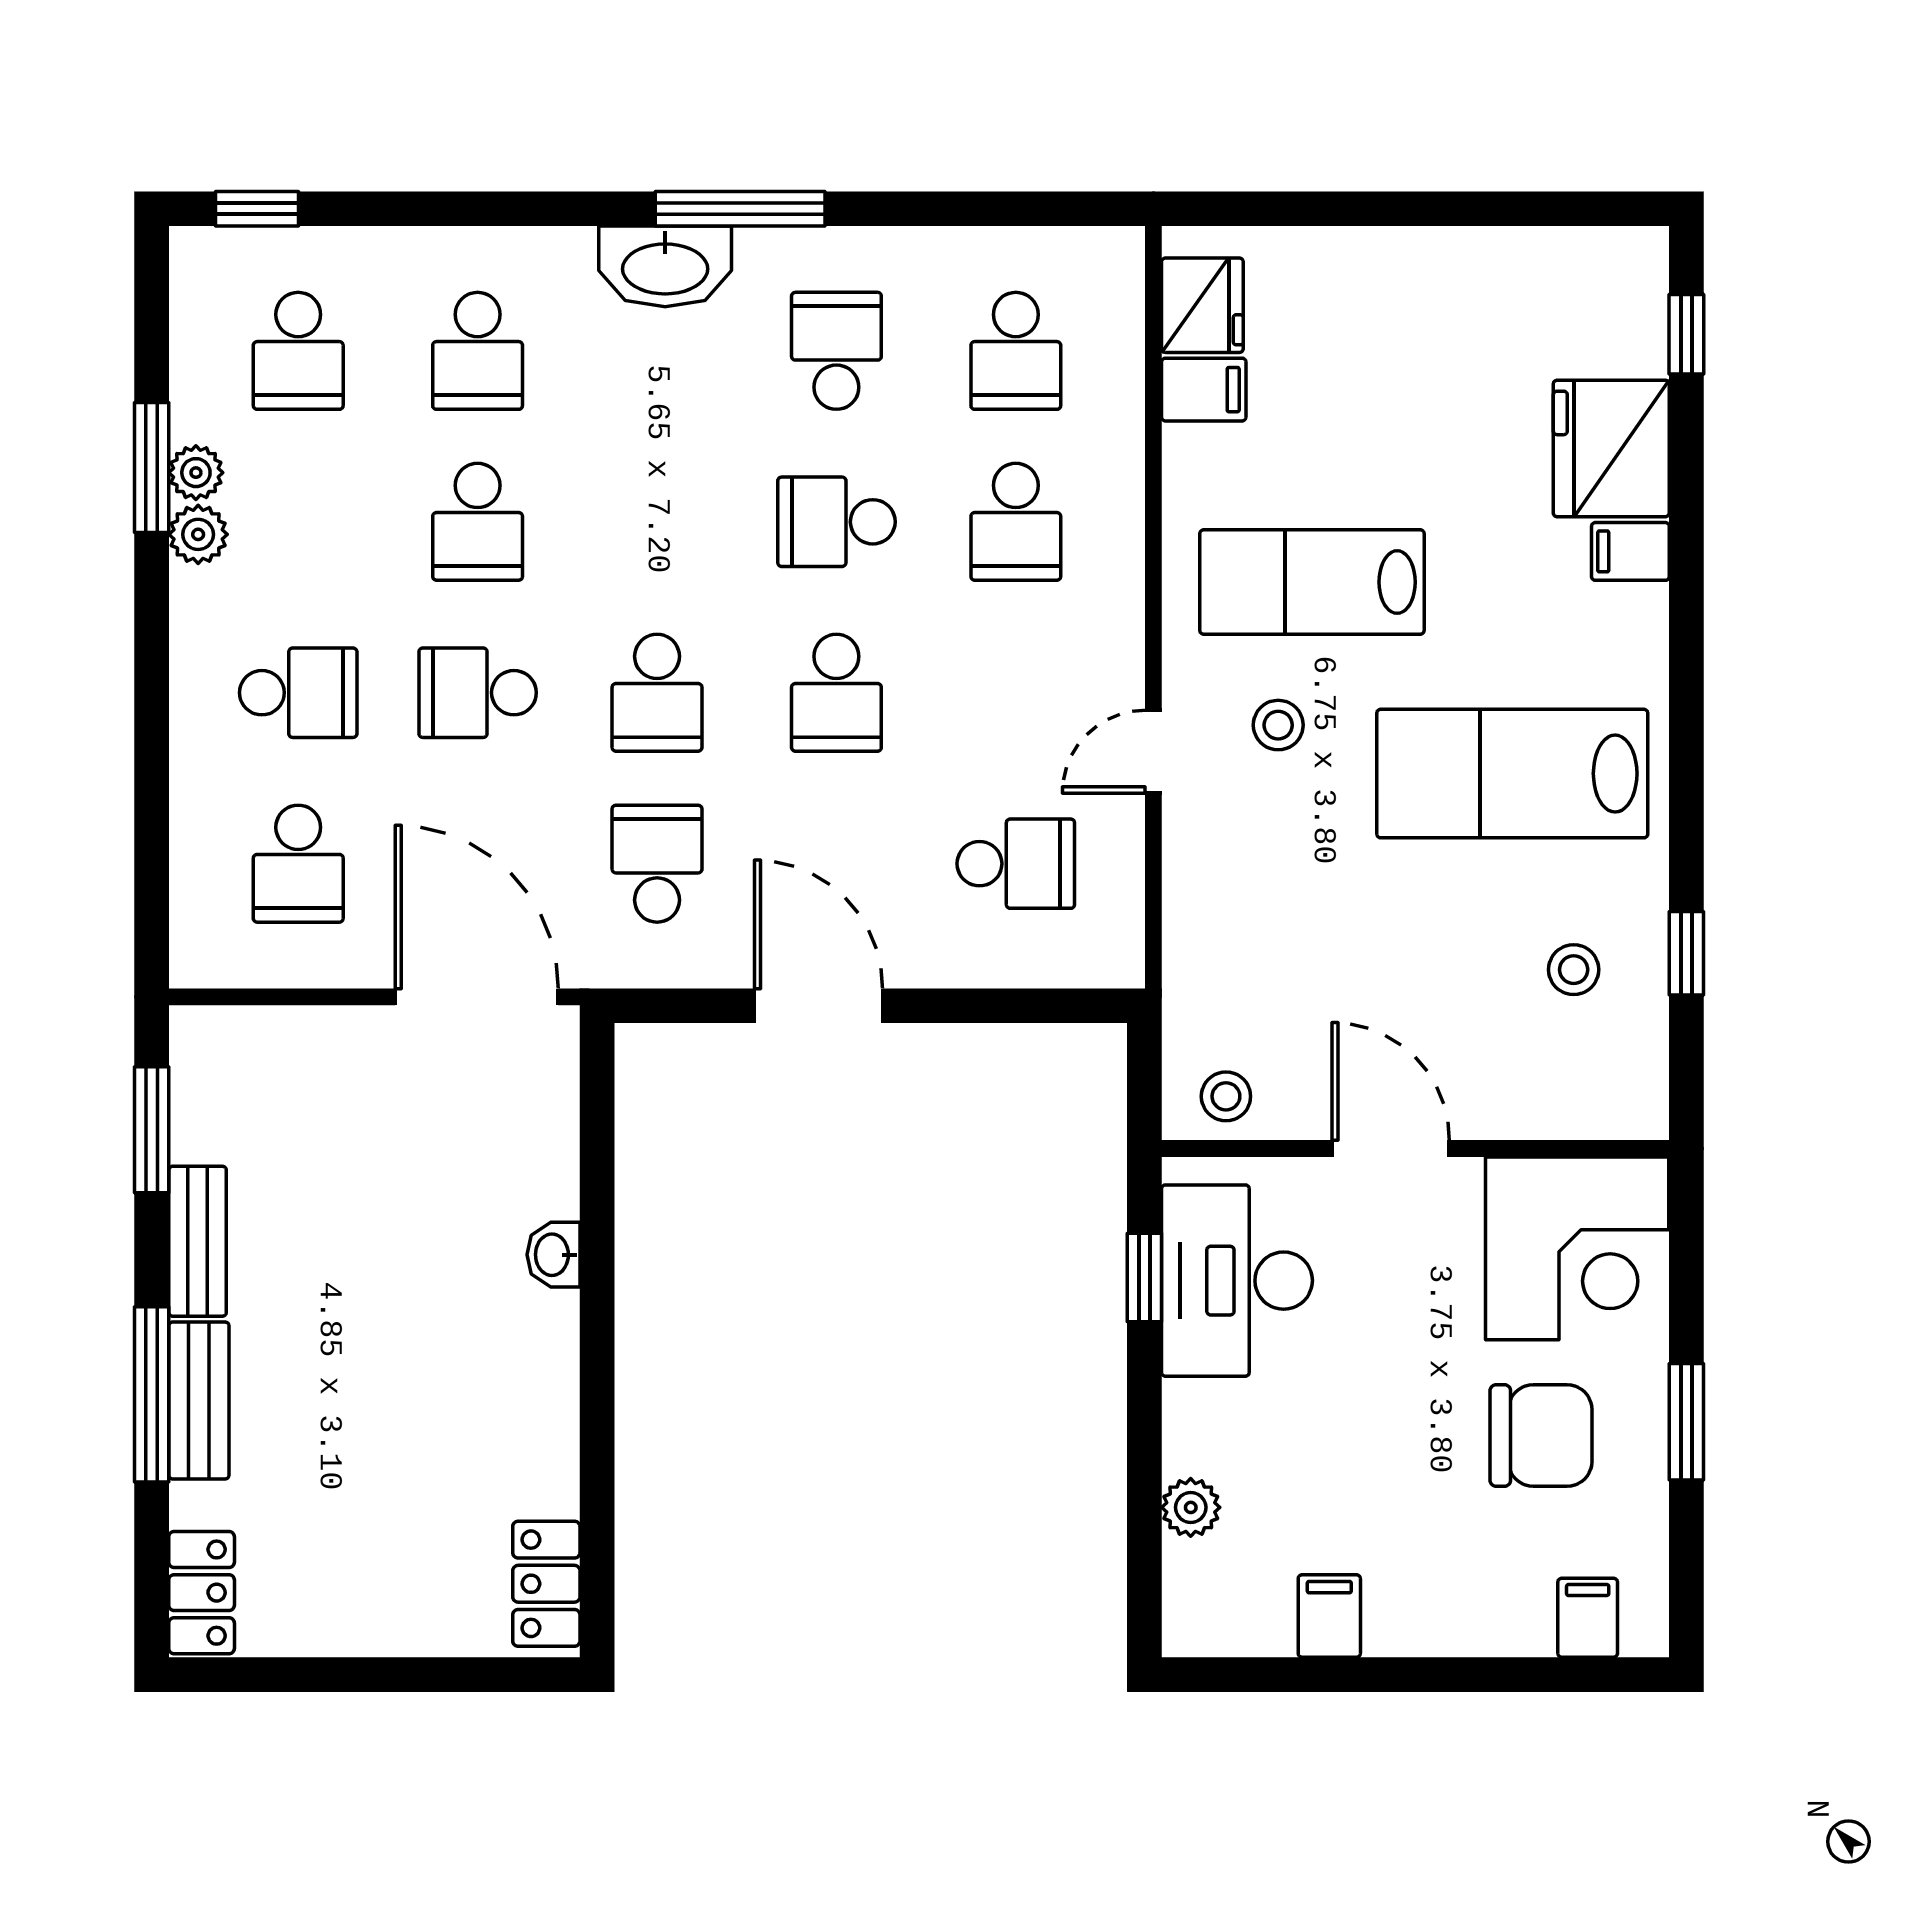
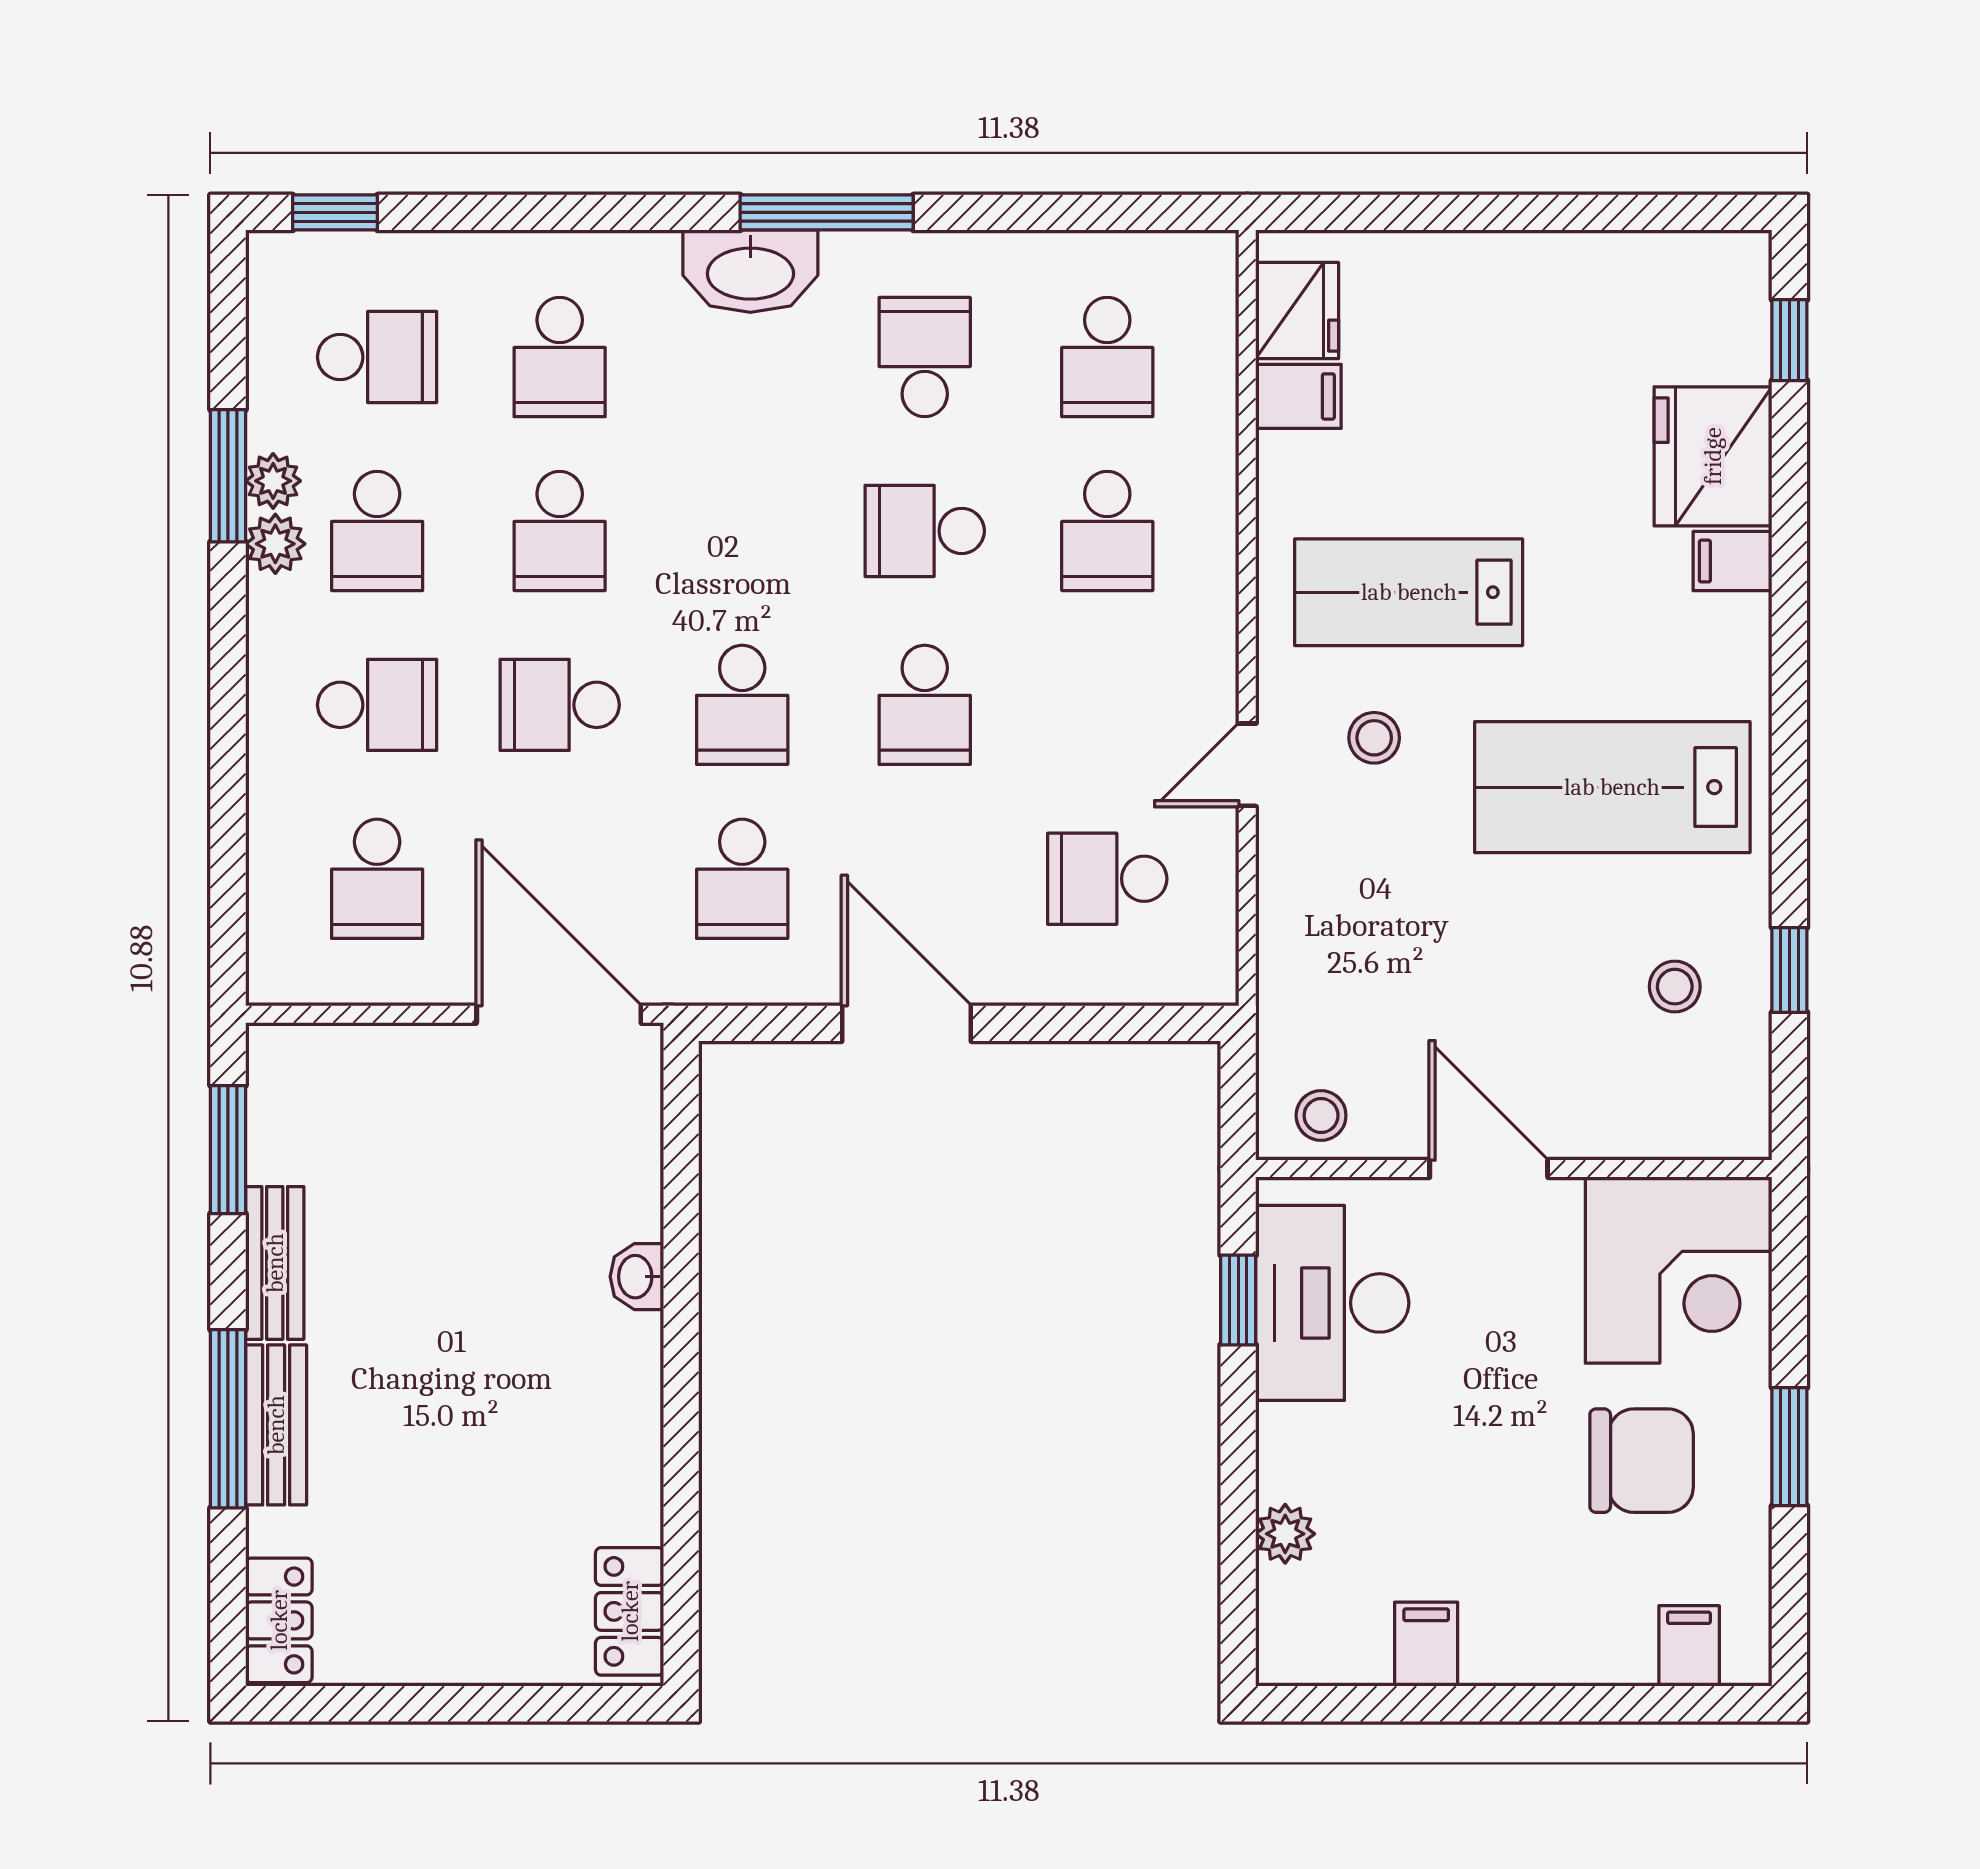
school desk: (298, 351) -> (377, 357), turned -90
school desk: (298, 522) -> (377, 531), added
school desk: (657, 864) -> (742, 879), turned 180
school desk: (1016, 864) -> (1107, 879), turned 180

